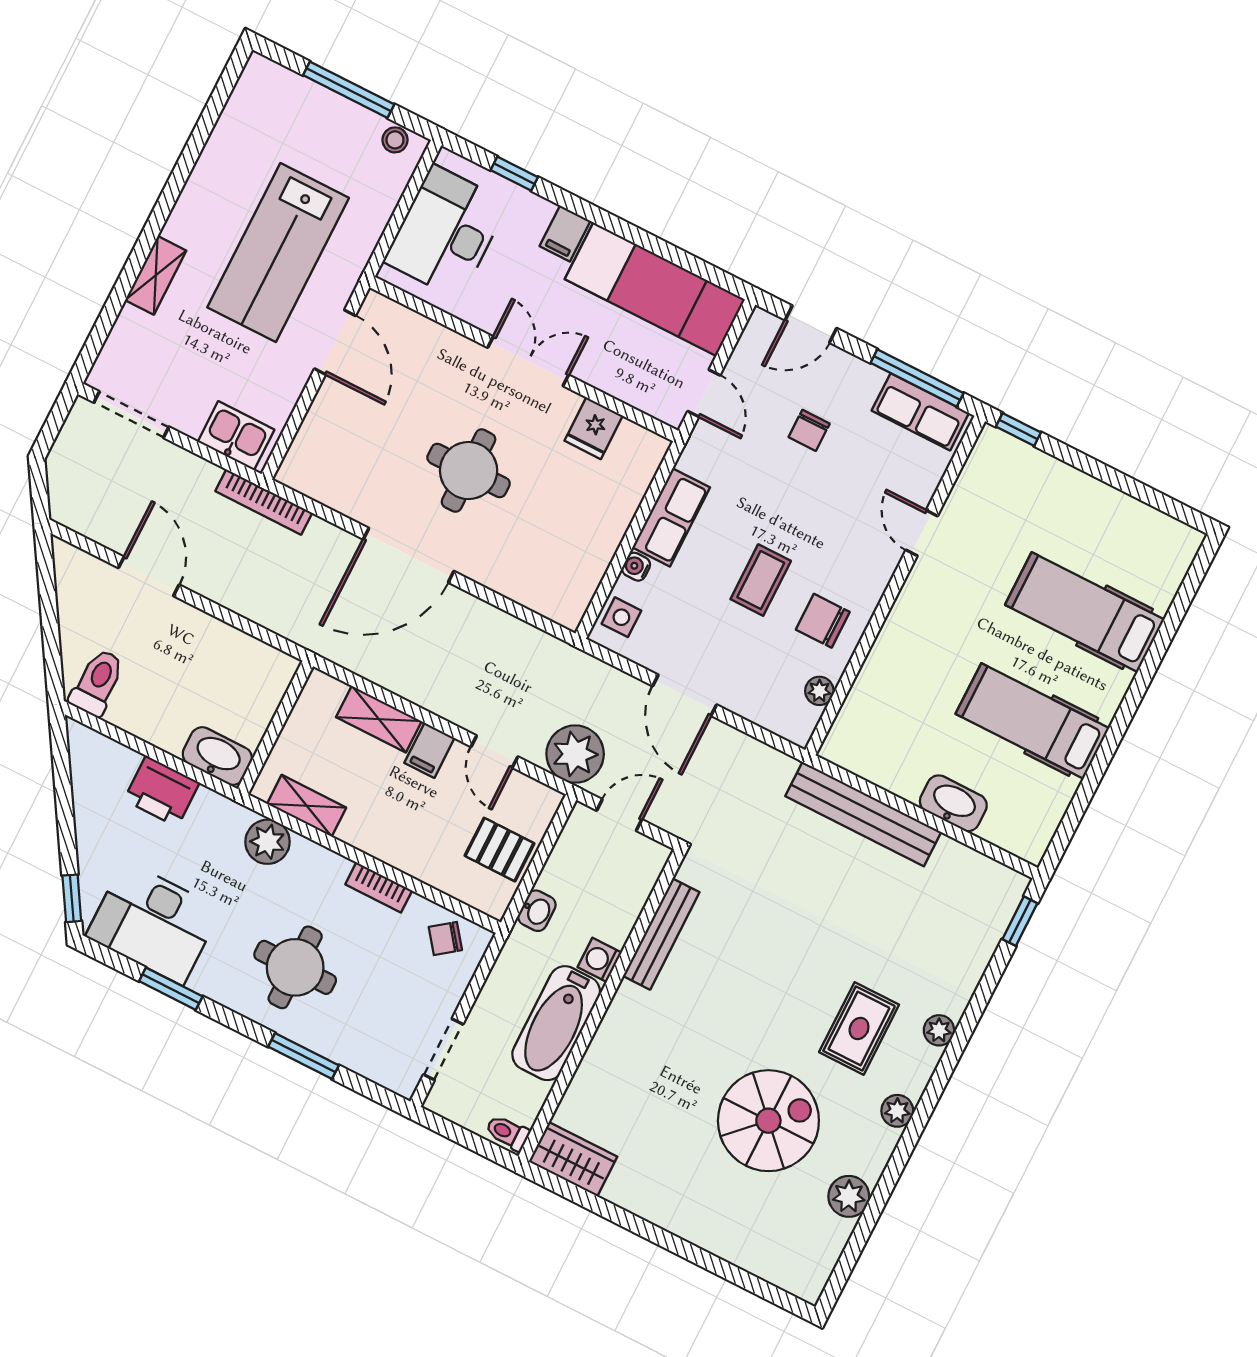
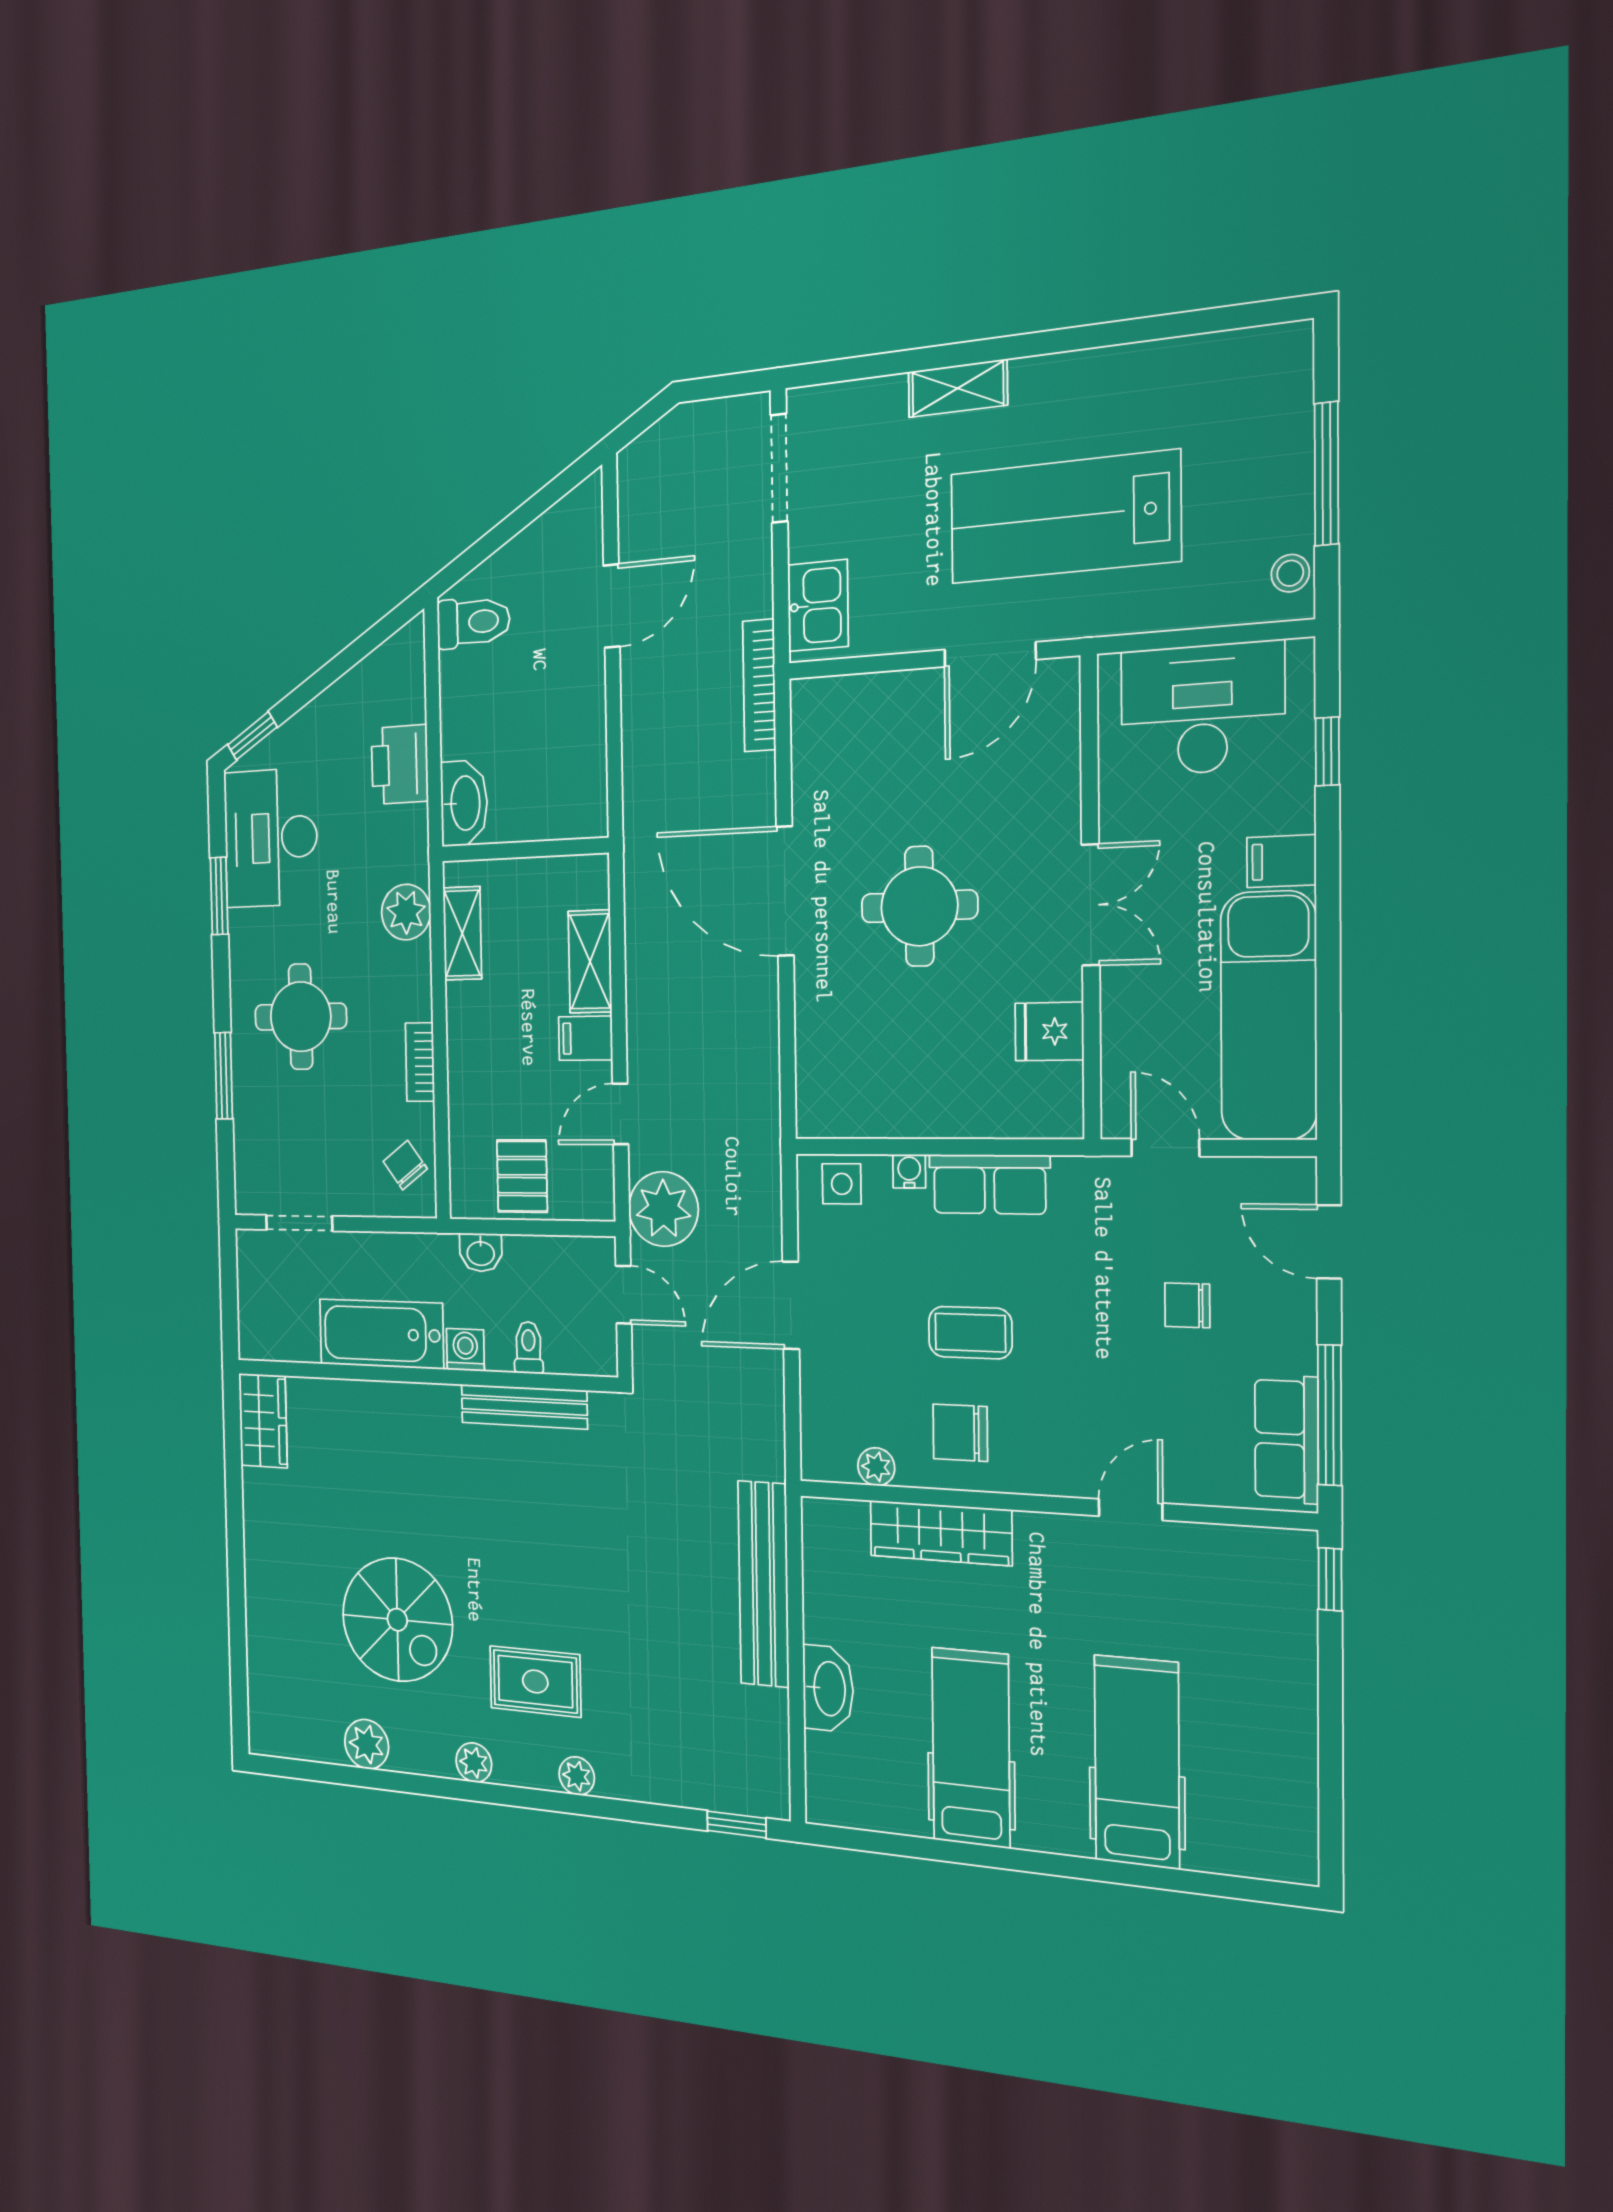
door: (704, 393) -> (1165, 1148), swing flipped
chair: (823, 621) -> (960, 1433), turned -90
wardrobe: (882, 668) -> (941, 1533), added
toilet: (508, 1133) -> (528, 1348), moved

